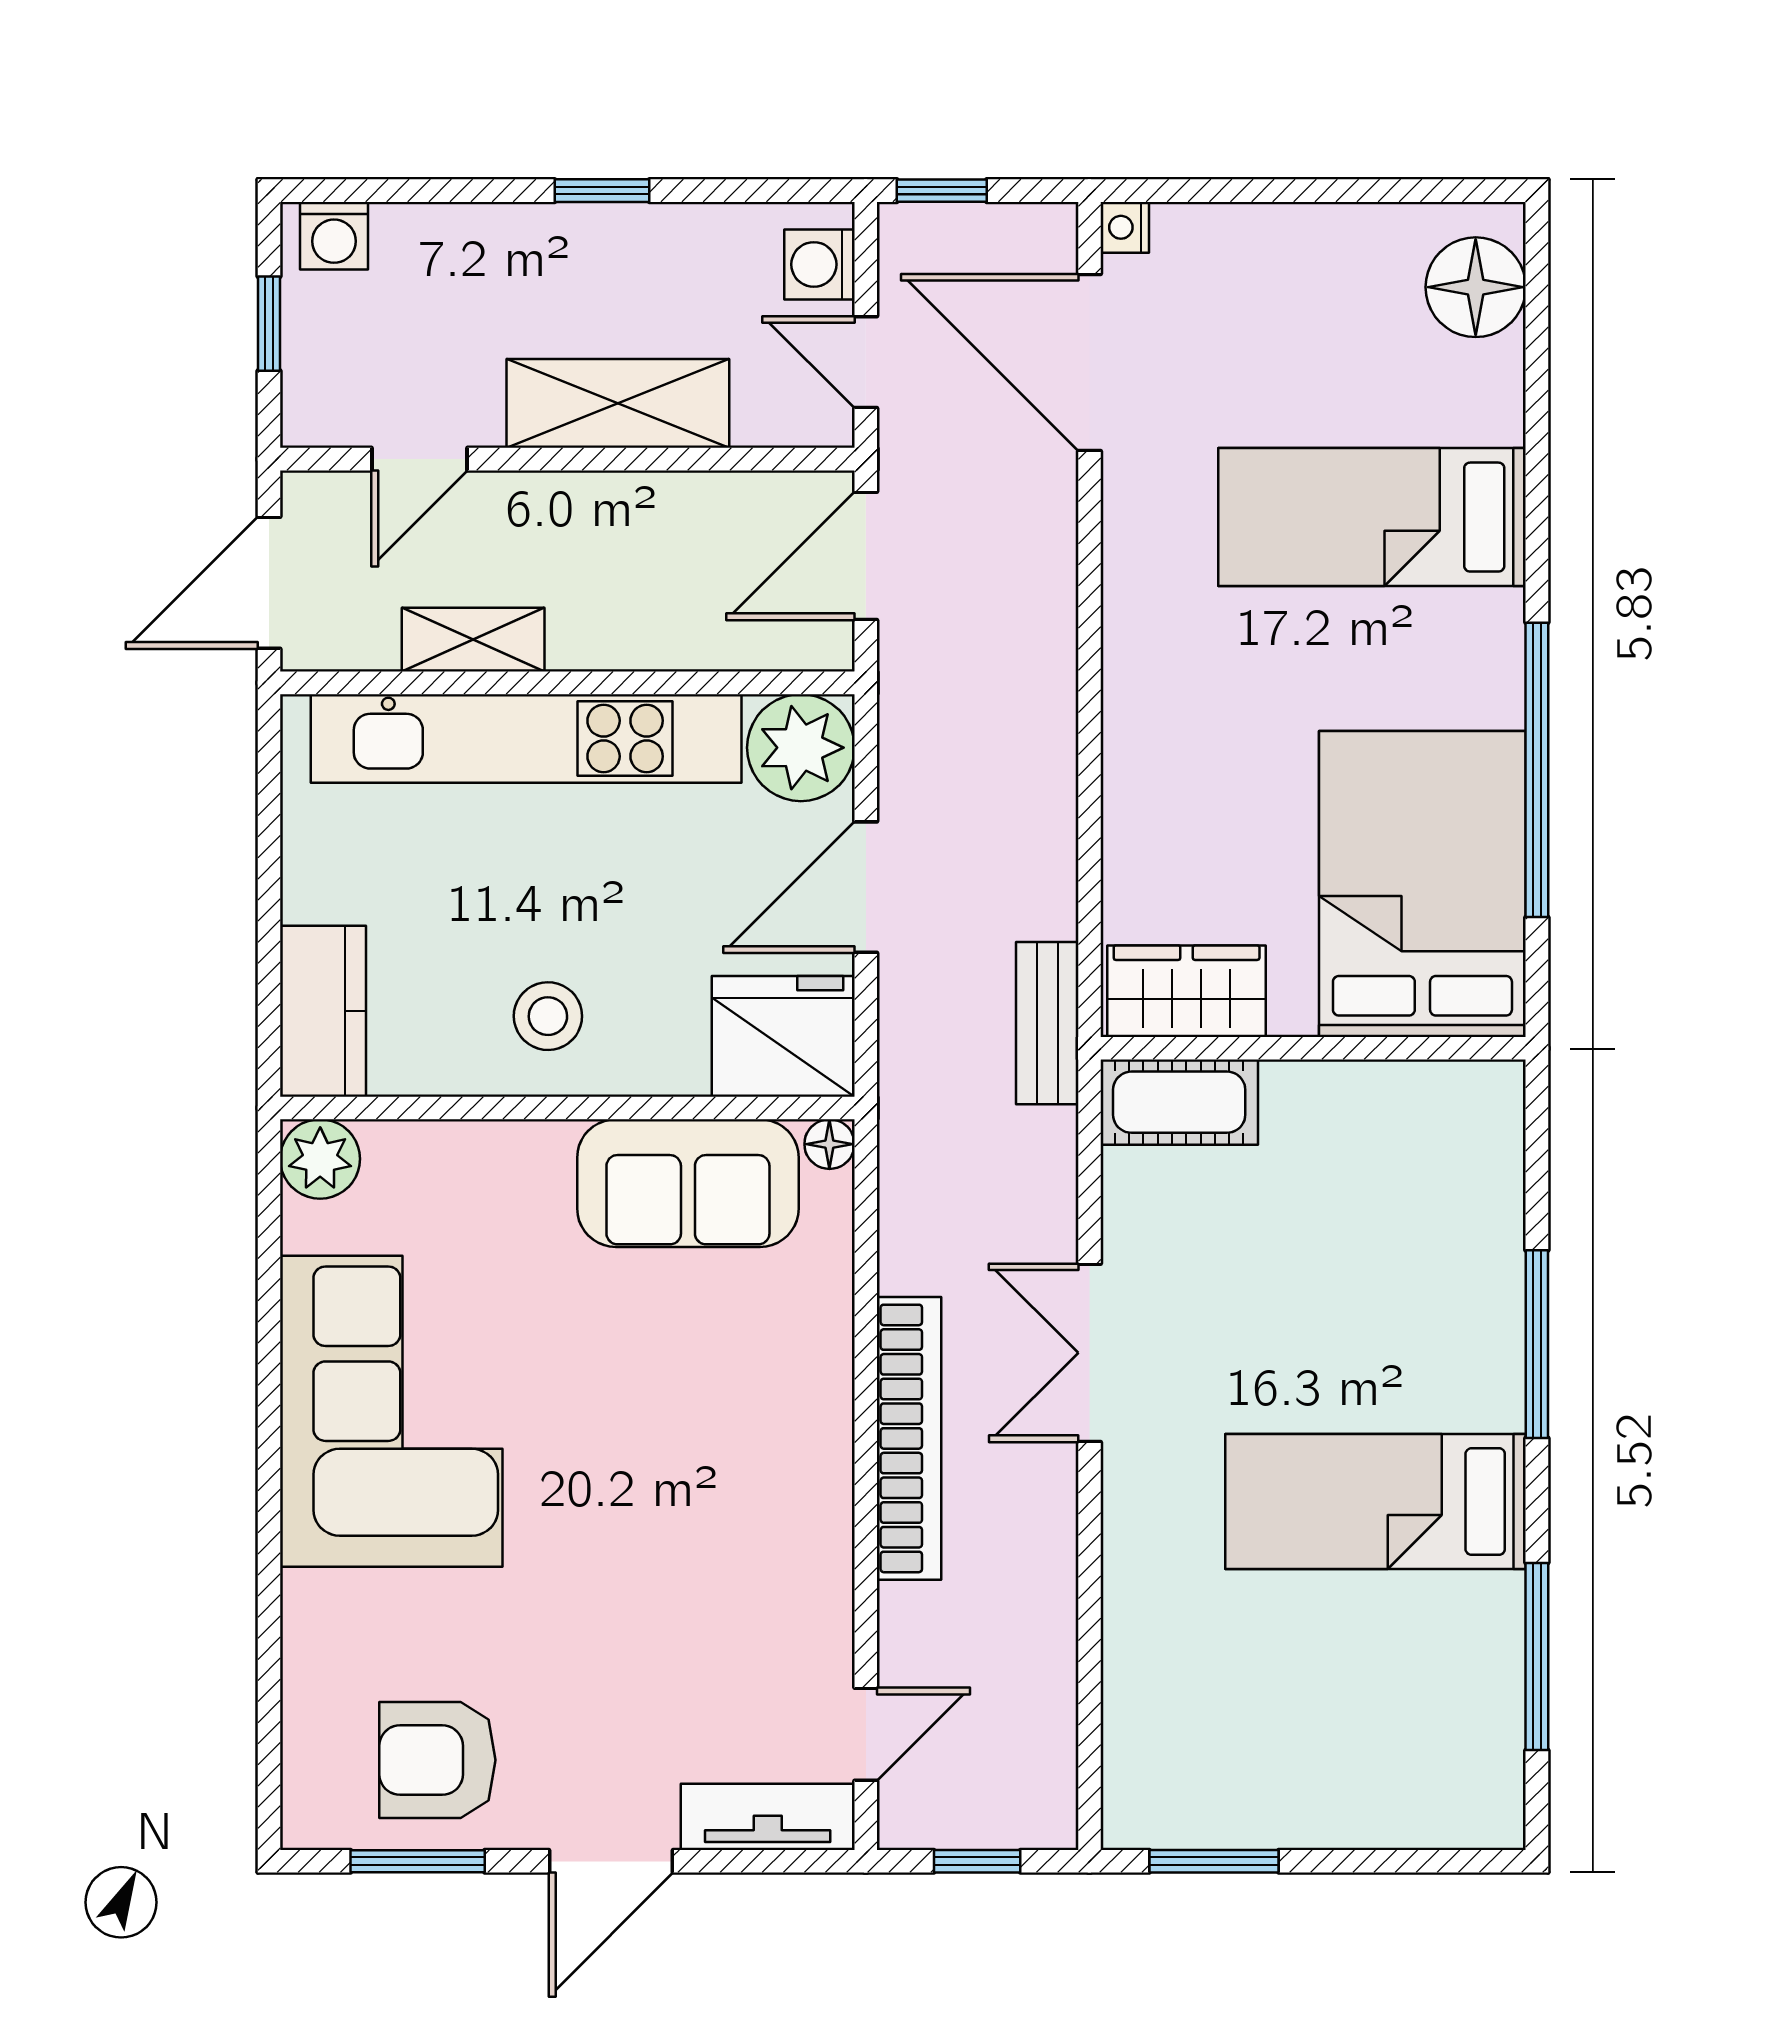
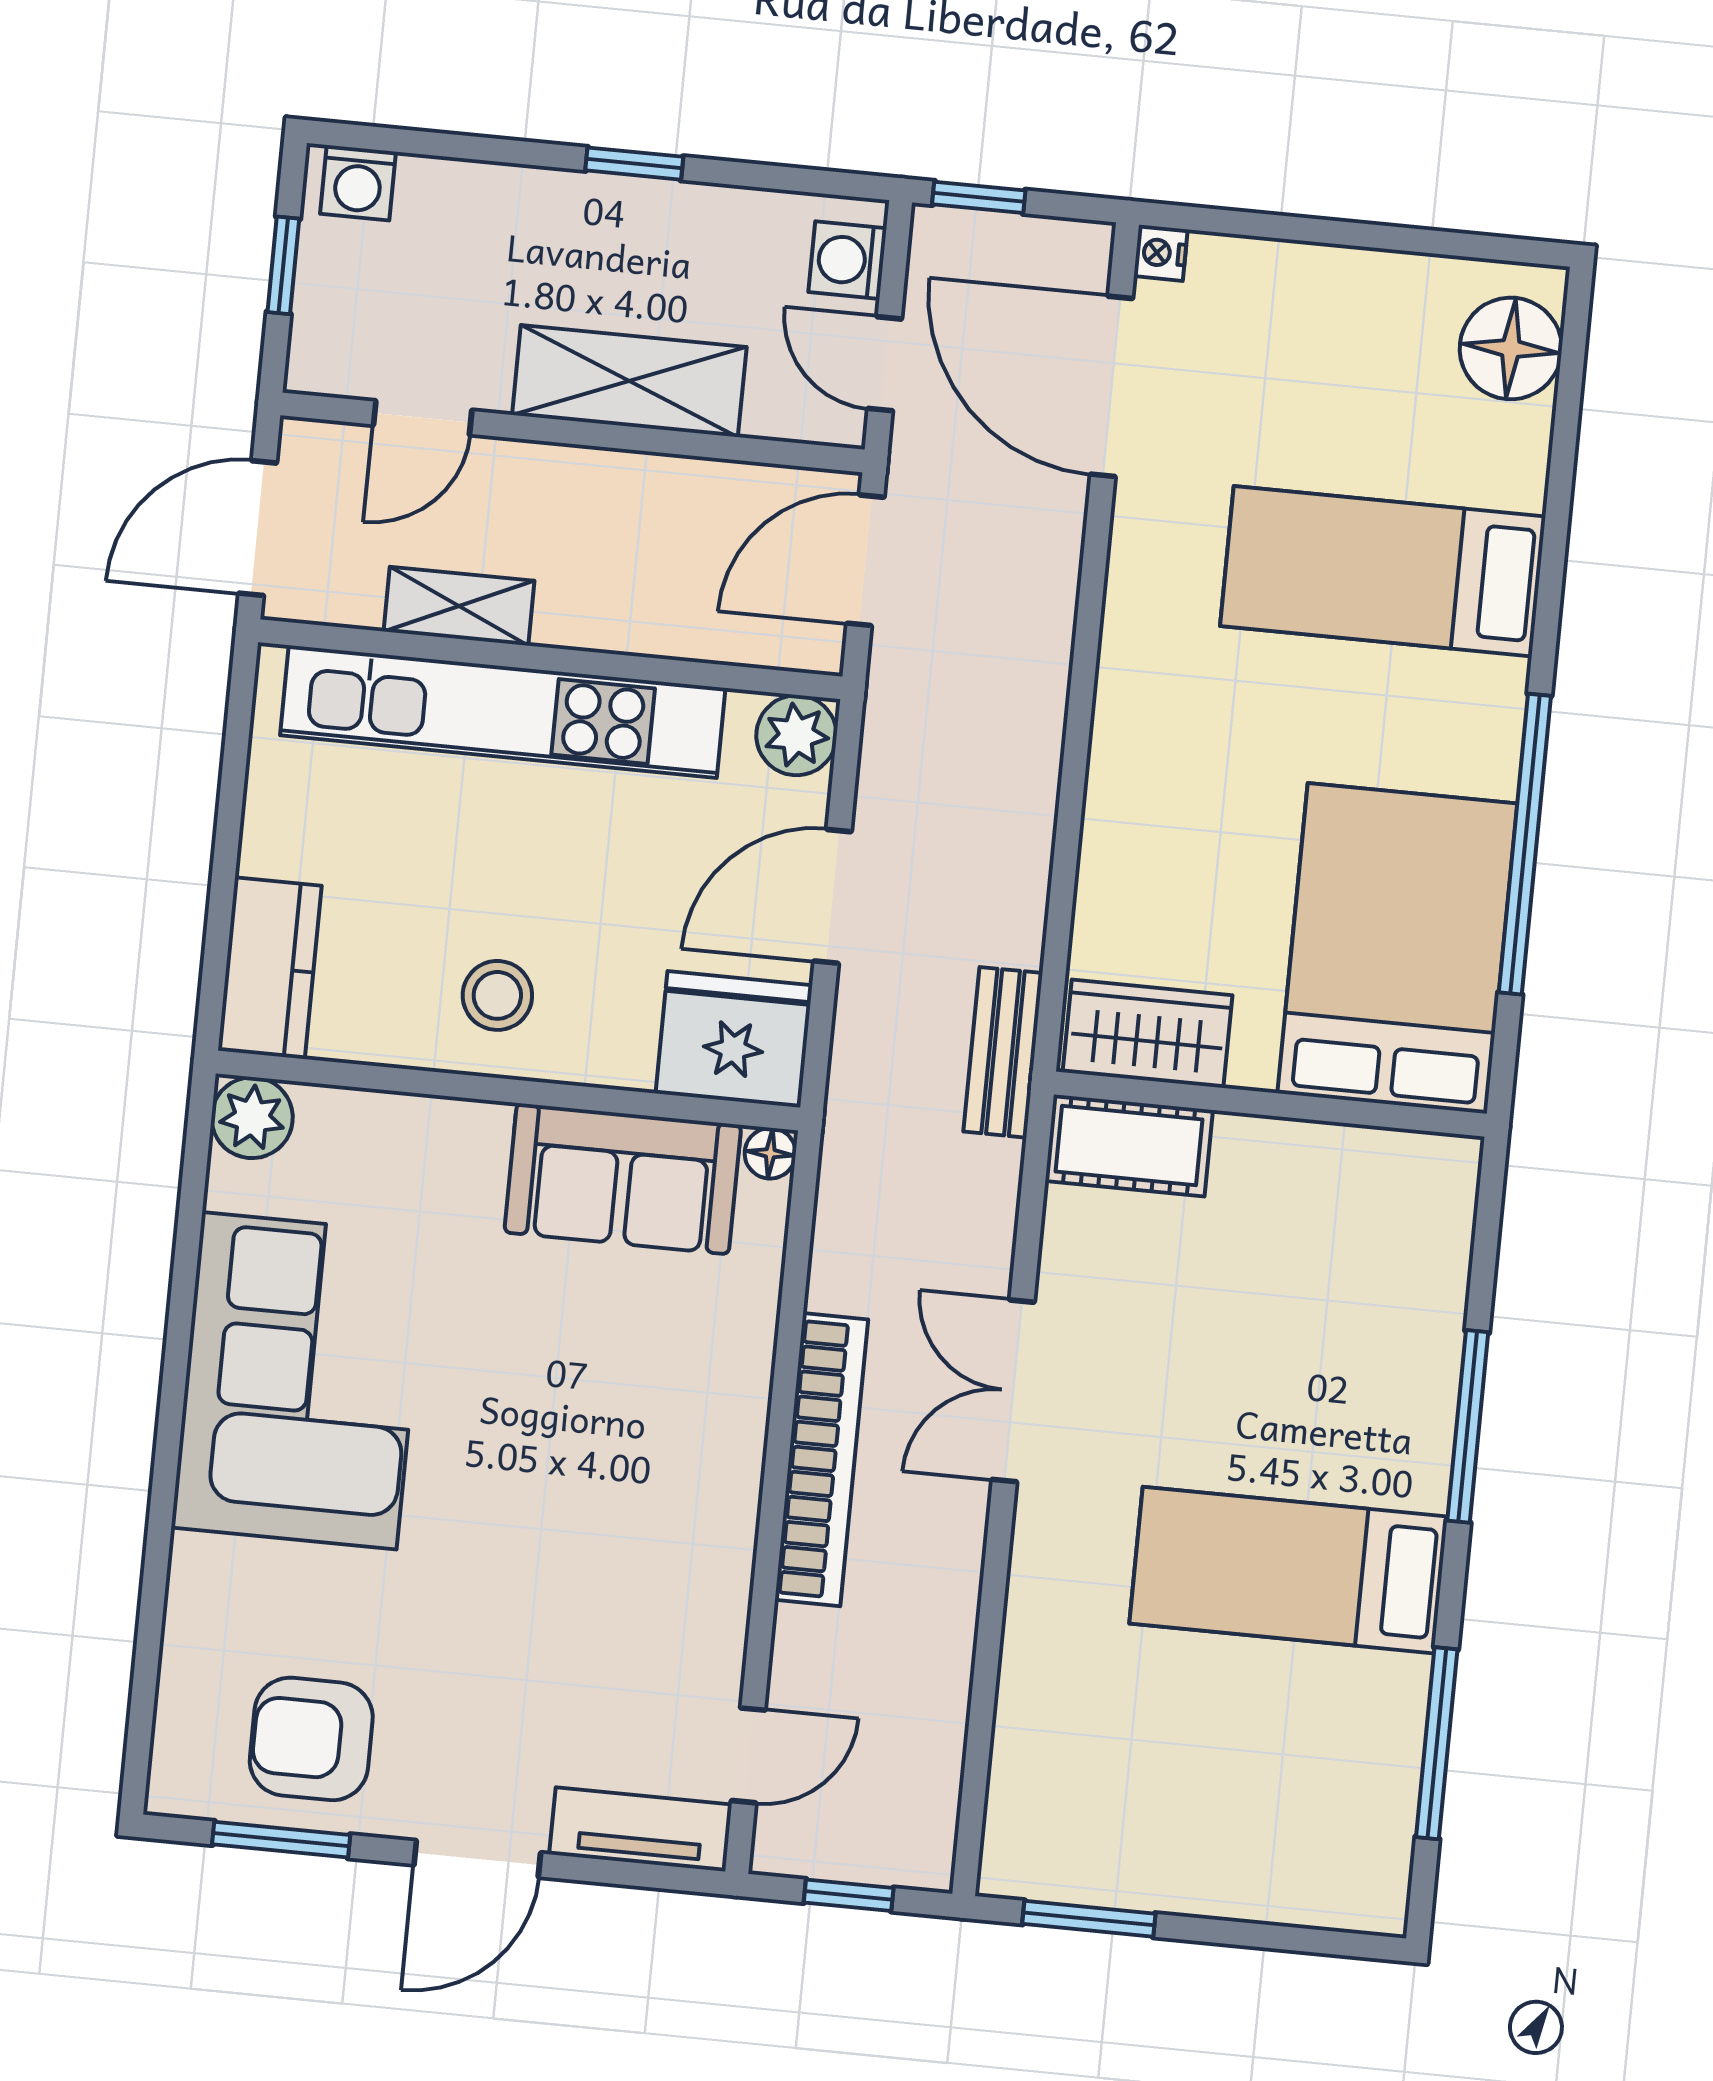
plant: (801, 748) -> (797, 735), width x0.73, depth x0.73

